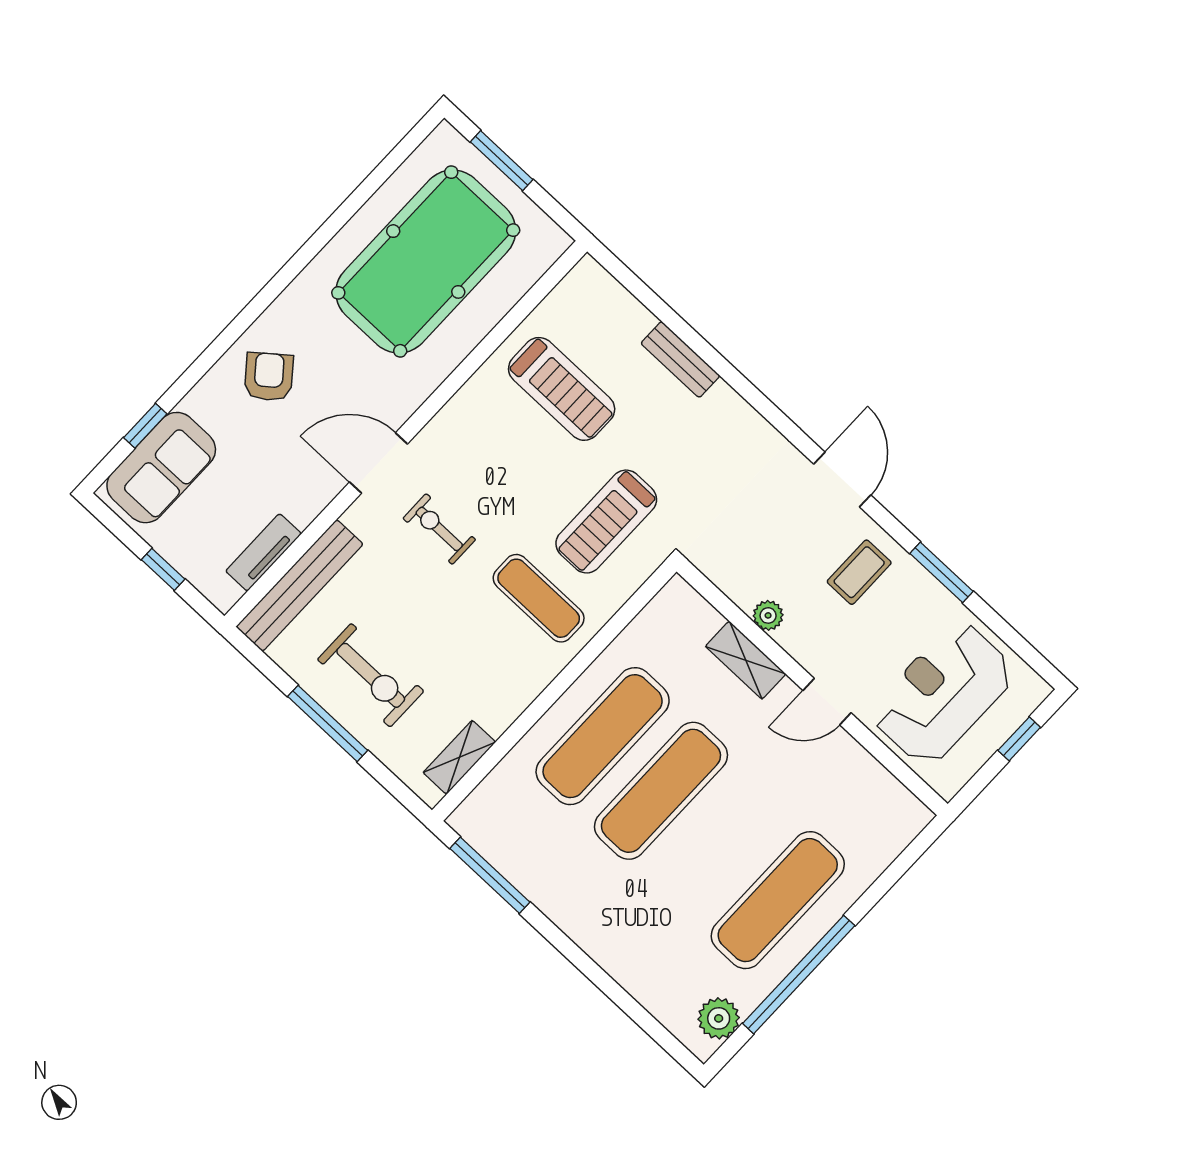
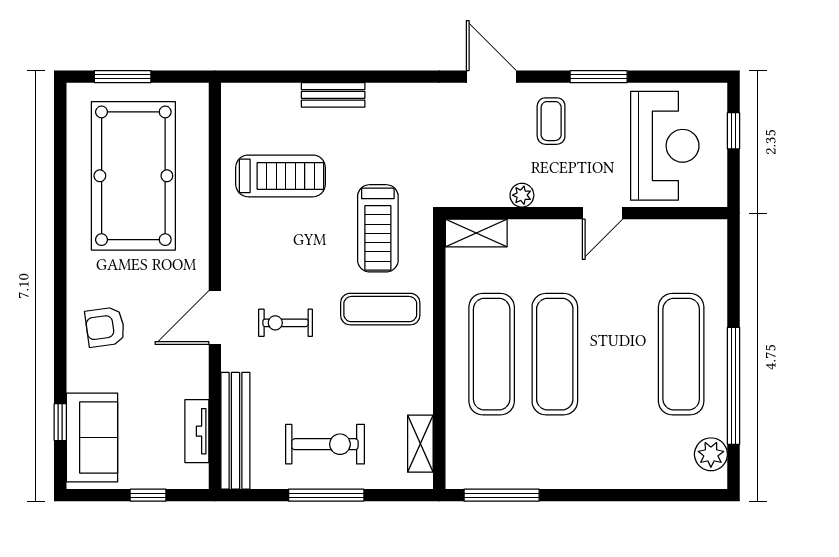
armchair: (269, 377) -> (105, 327), turned -59
shelving: (746, 660) -> (476, 233), moved
reception desk: (943, 693) -> (665, 146), turned 180

